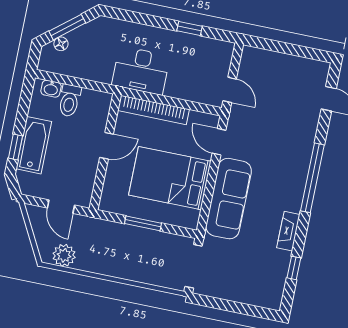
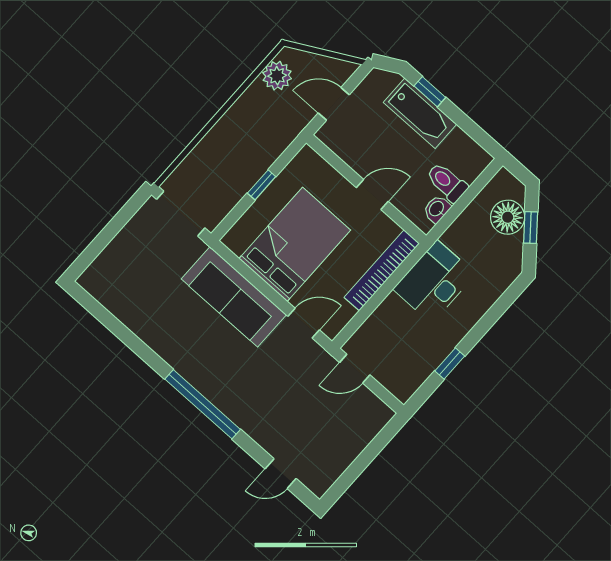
window: (67, 27) -> (531, 228), width x0.67
floor lamp: (61, 44) -> (508, 217), width x1.89, depth x1.89
washbasin: (51, 89) -> (437, 209), moved
door: (107, 146) -> (372, 194), swing flipped
window: (143, 223) -> (262, 185), width x0.67
fireplace: (288, 231) -> (159, 343), removed
window: (294, 268) -> (114, 325), removed

